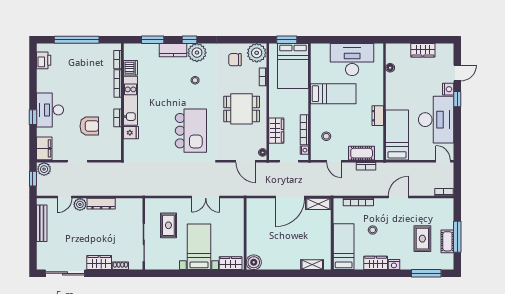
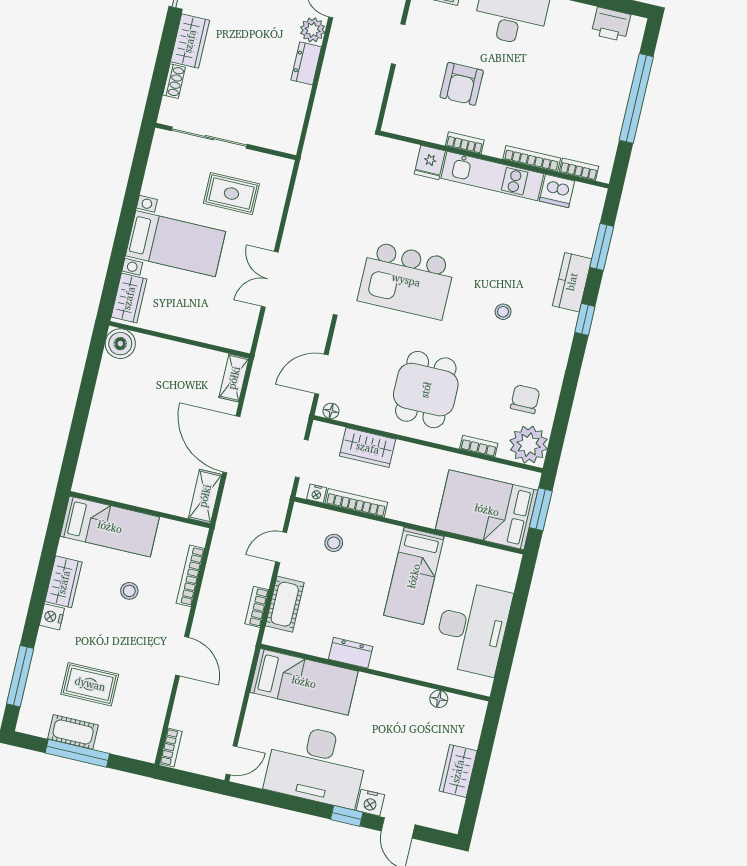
plant: (197, 53) -> (556, 328), removed
dresser: (101, 204) -> (306, 63), width x0.70
shelving: (312, 265) -> (234, 378), moved

